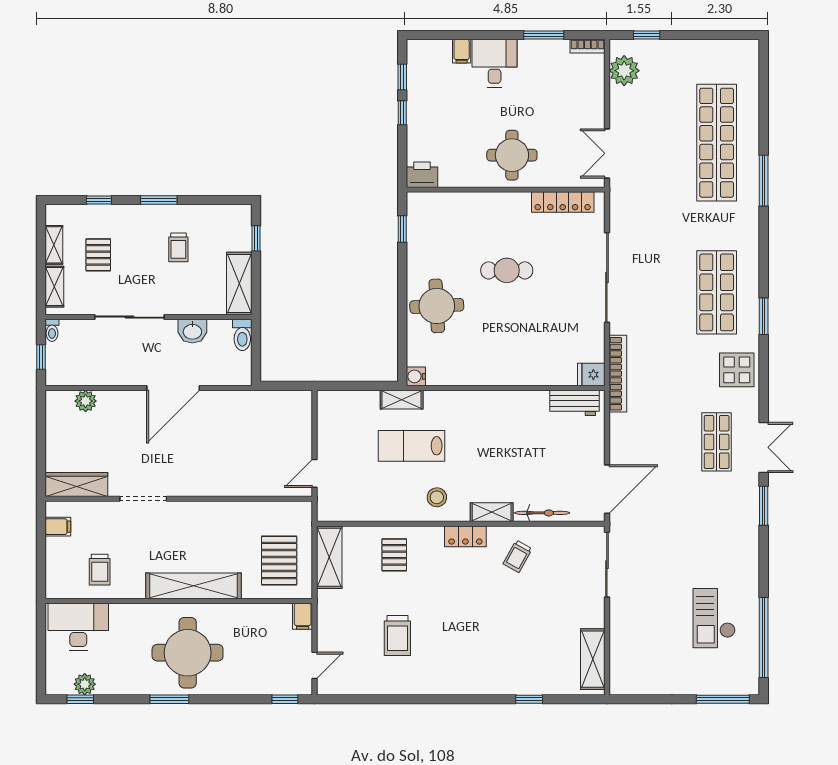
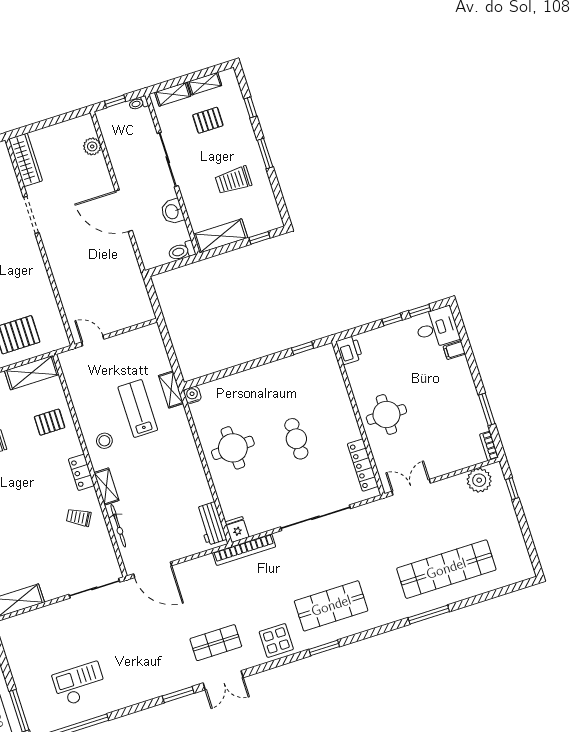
desk: (495, 63) -> (437, 328), moved
trolley: (178, 247) -> (233, 180), width x1.36, depth x1.39
round table: (437, 306) -> (233, 448), moved

